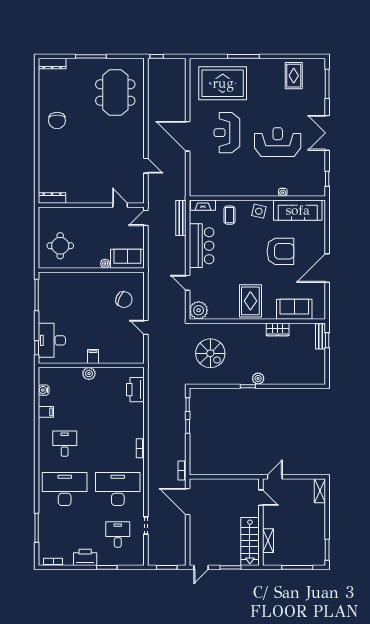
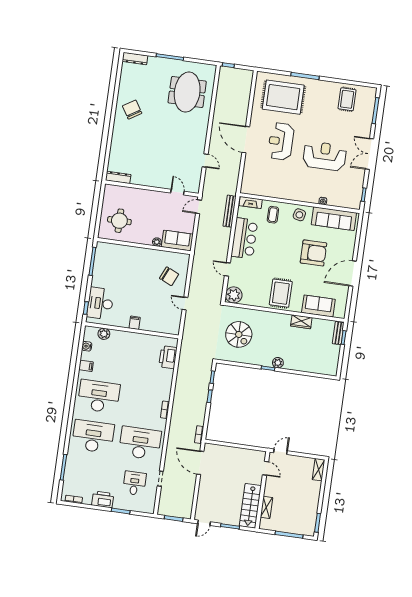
chair: (57, 121) -> (132, 110), turned 148
plant: (89, 374) -> (104, 334), moved
desk: (65, 444) -> (99, 396), width x1.87, depth x1.30

